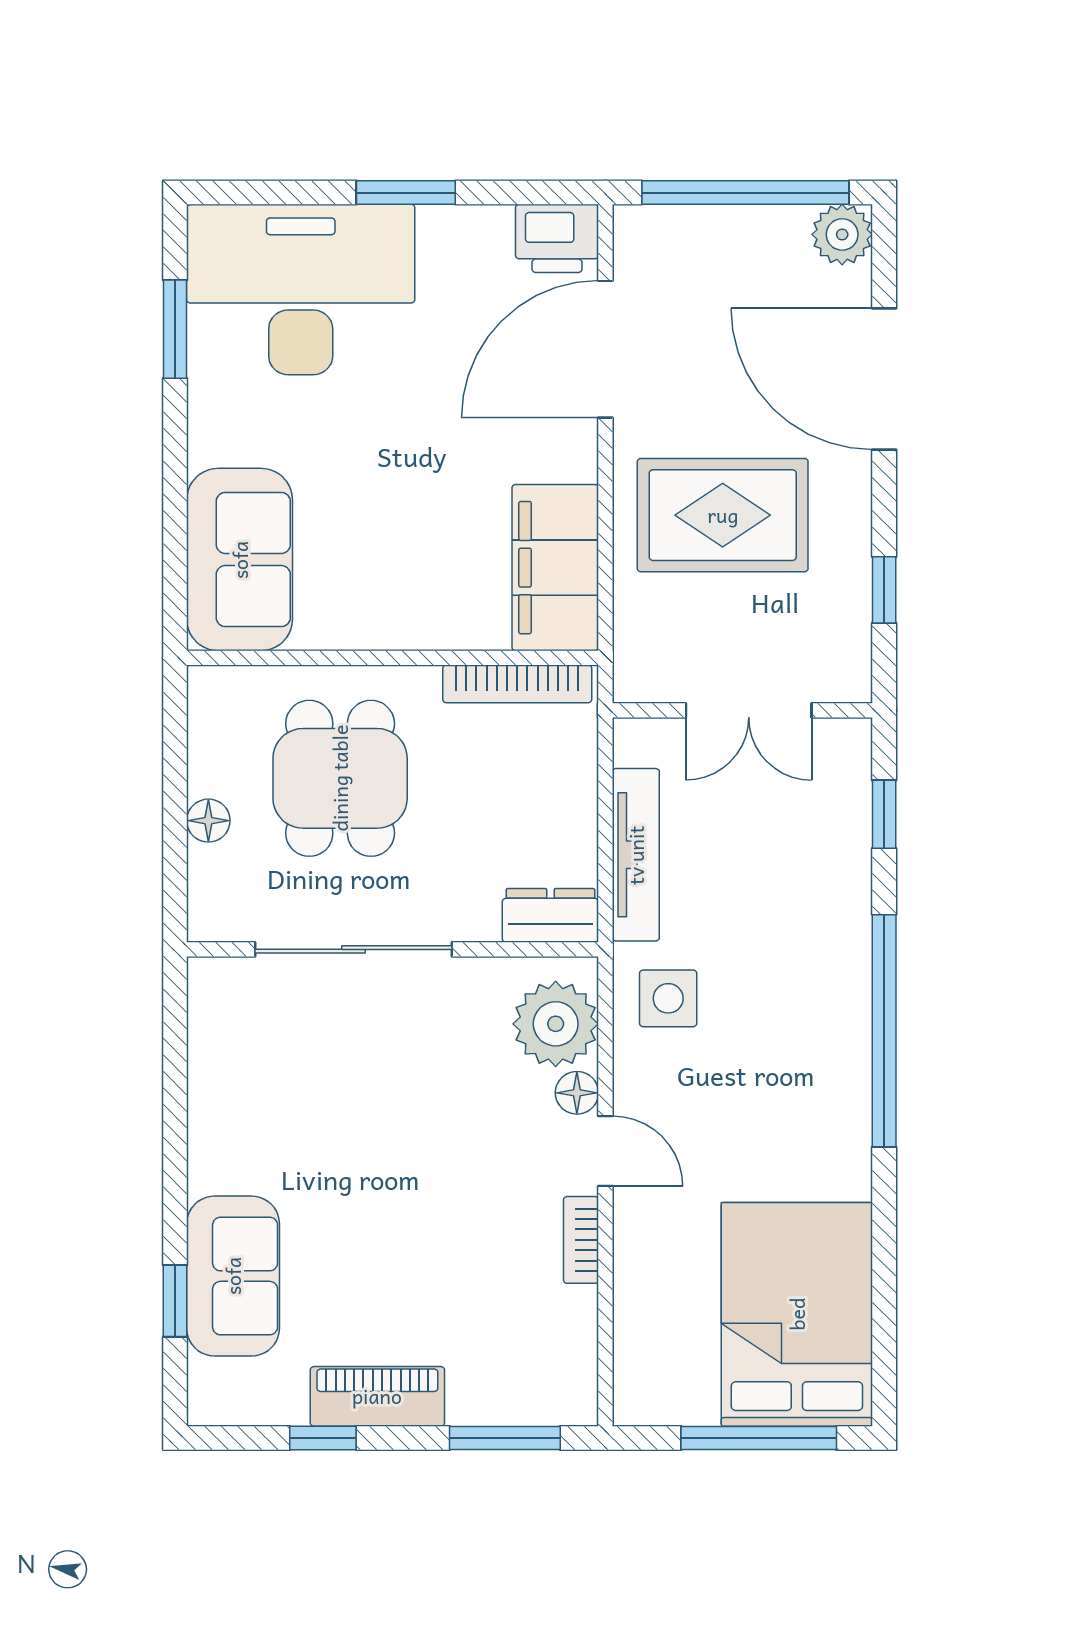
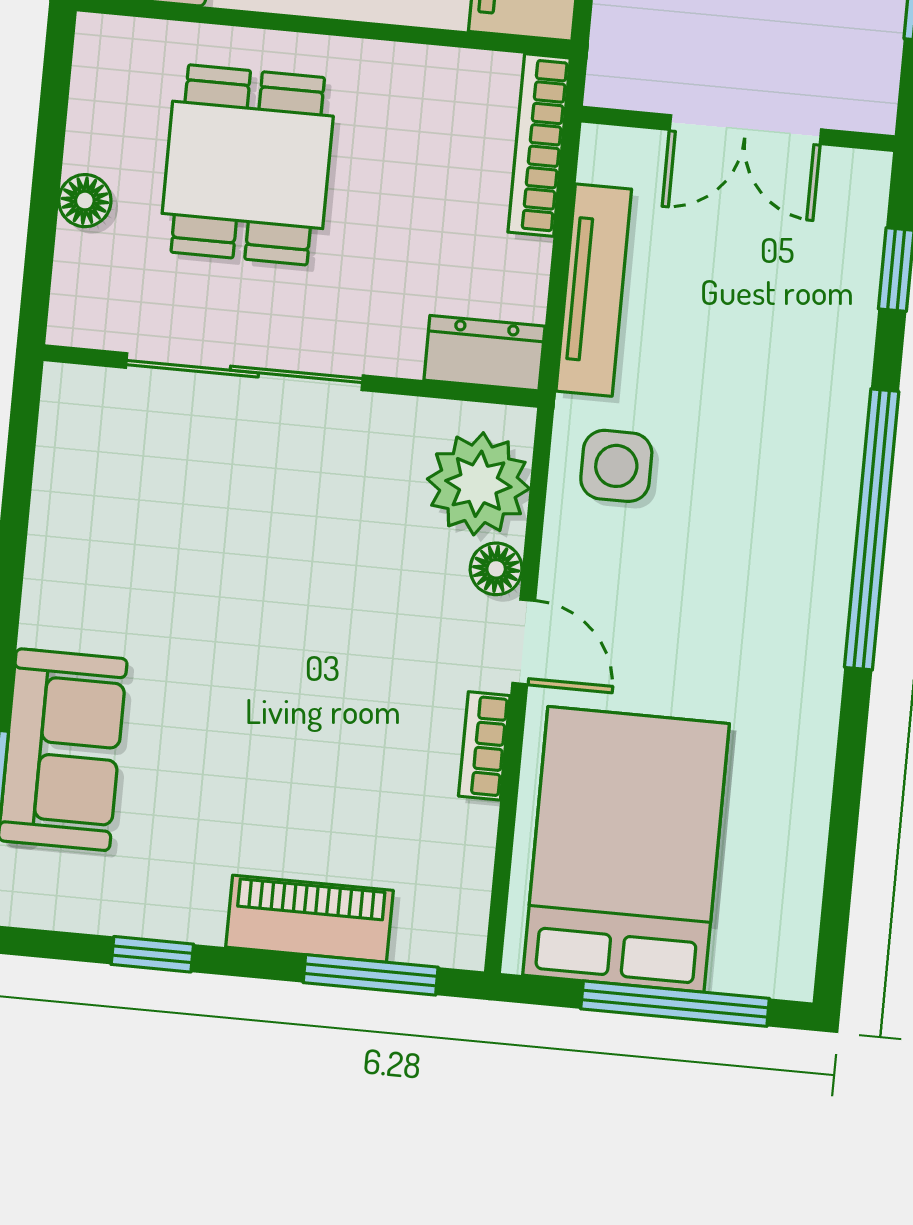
bookcase: (517, 684) -> (539, 145), moved, turned 90
bed: (797, 1314) -> (626, 849), moved
piano: (377, 1396) -> (309, 919), moved

